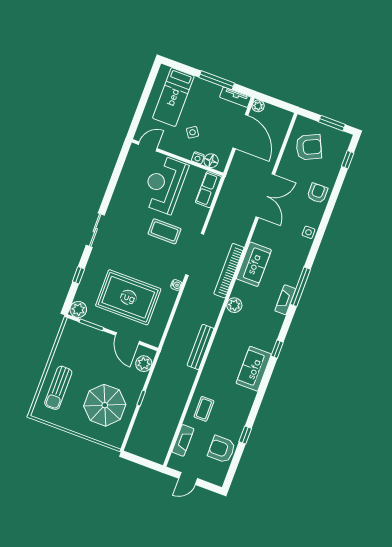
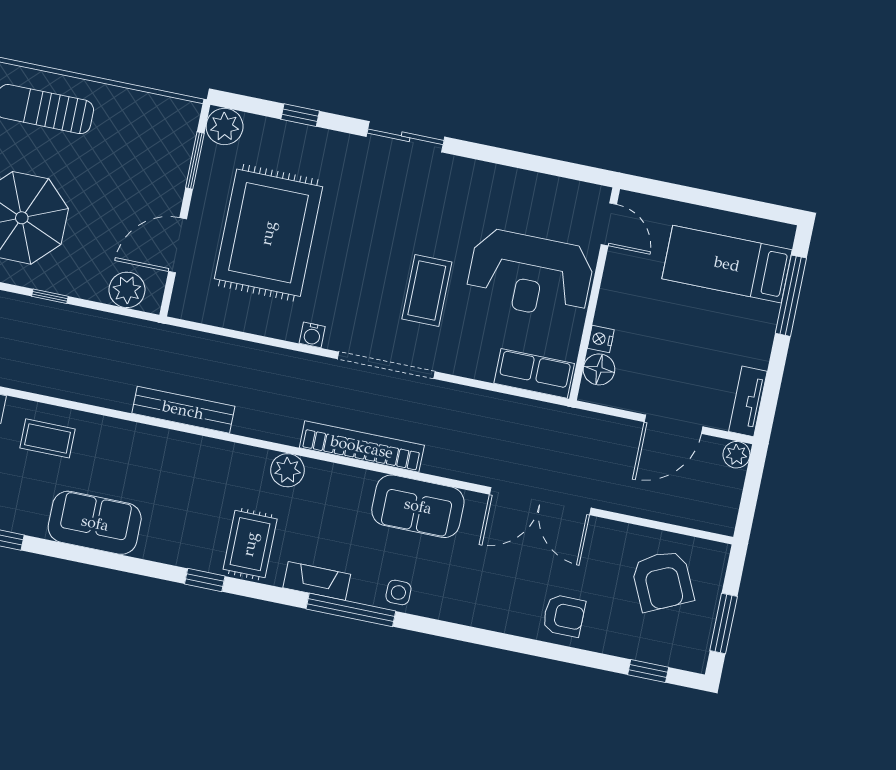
window: (217, 80) -> (791, 296), moved
side table: (193, 132) -> (656, 319), removed
door: (240, 132) -> (674, 424), width x0.73
reception desk: (164, 185) -> (530, 274), turned 180
side table: (309, 232) -> (398, 592), moved
sofa: (254, 264) -> (418, 506), moved
rug: (264, 327) -> (250, 544), added
sofa: (254, 369) -> (95, 523), moved

